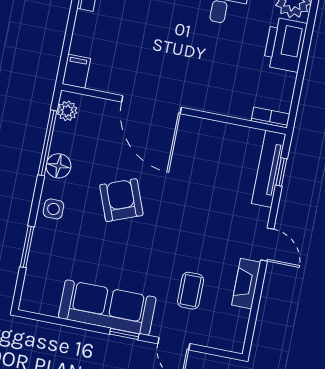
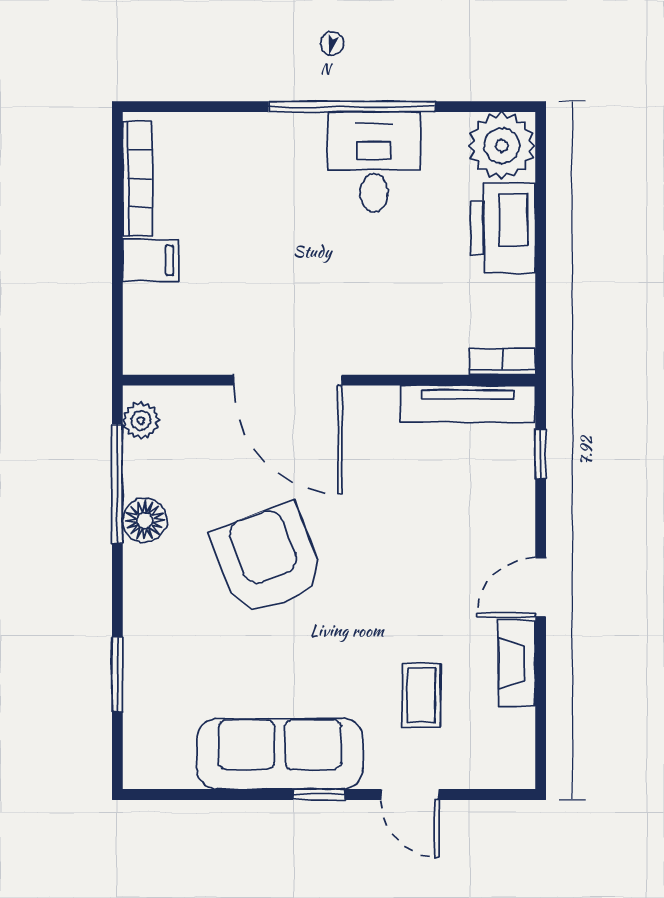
filing cabinet: (76, 71) -> (150, 260), moved, turned 90
tv unit: (269, 169) -> (468, 404), moved, turned -90
armchair: (121, 200) -> (268, 559), width x1.36, depth x1.36
side table: (53, 209) -> (151, 598), removed
door: (267, 245) -> (541, 587), swing flipped

